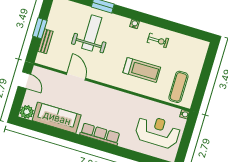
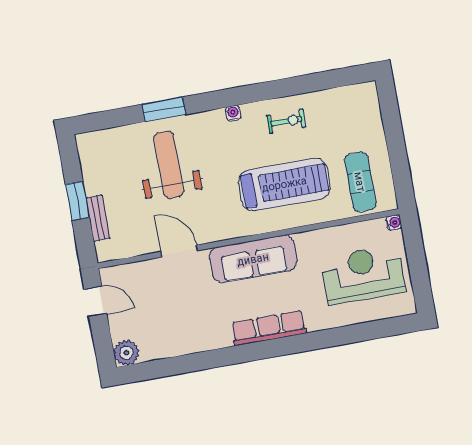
treadmill: (142, 70) -> (284, 184), width x1.37, depth x1.38
sofa: (57, 118) -> (253, 259), moved, turned 180

